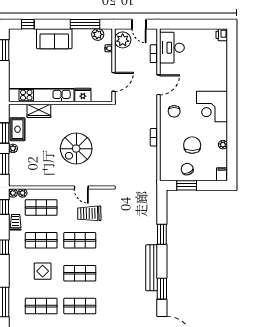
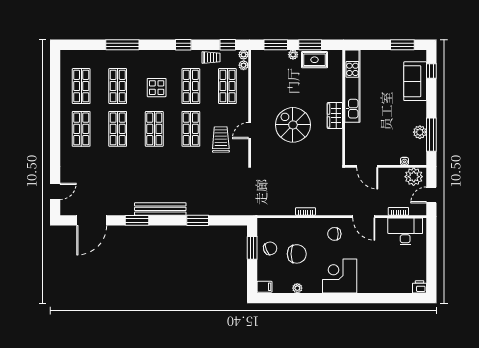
plant: (98, 35) -> (420, 132), moved
sofa: (54, 39) -> (415, 81), moved
fridge: (83, 95) -> (353, 132), removed
wardrobe: (39, 111) -> (335, 115), moved

